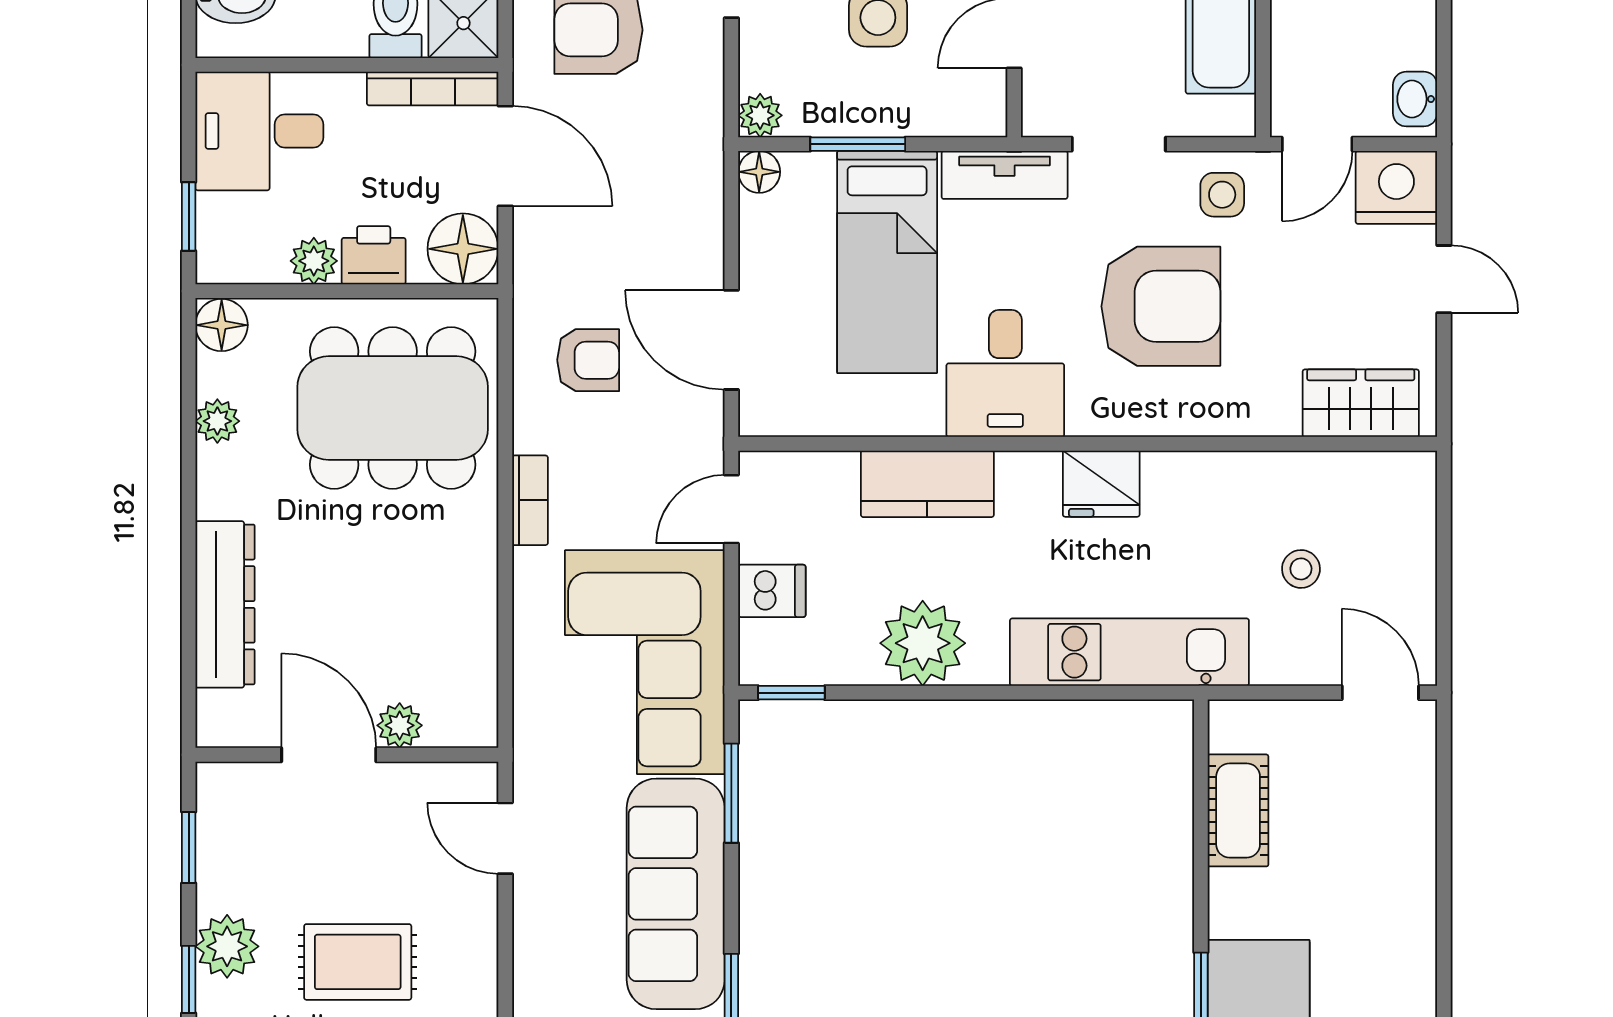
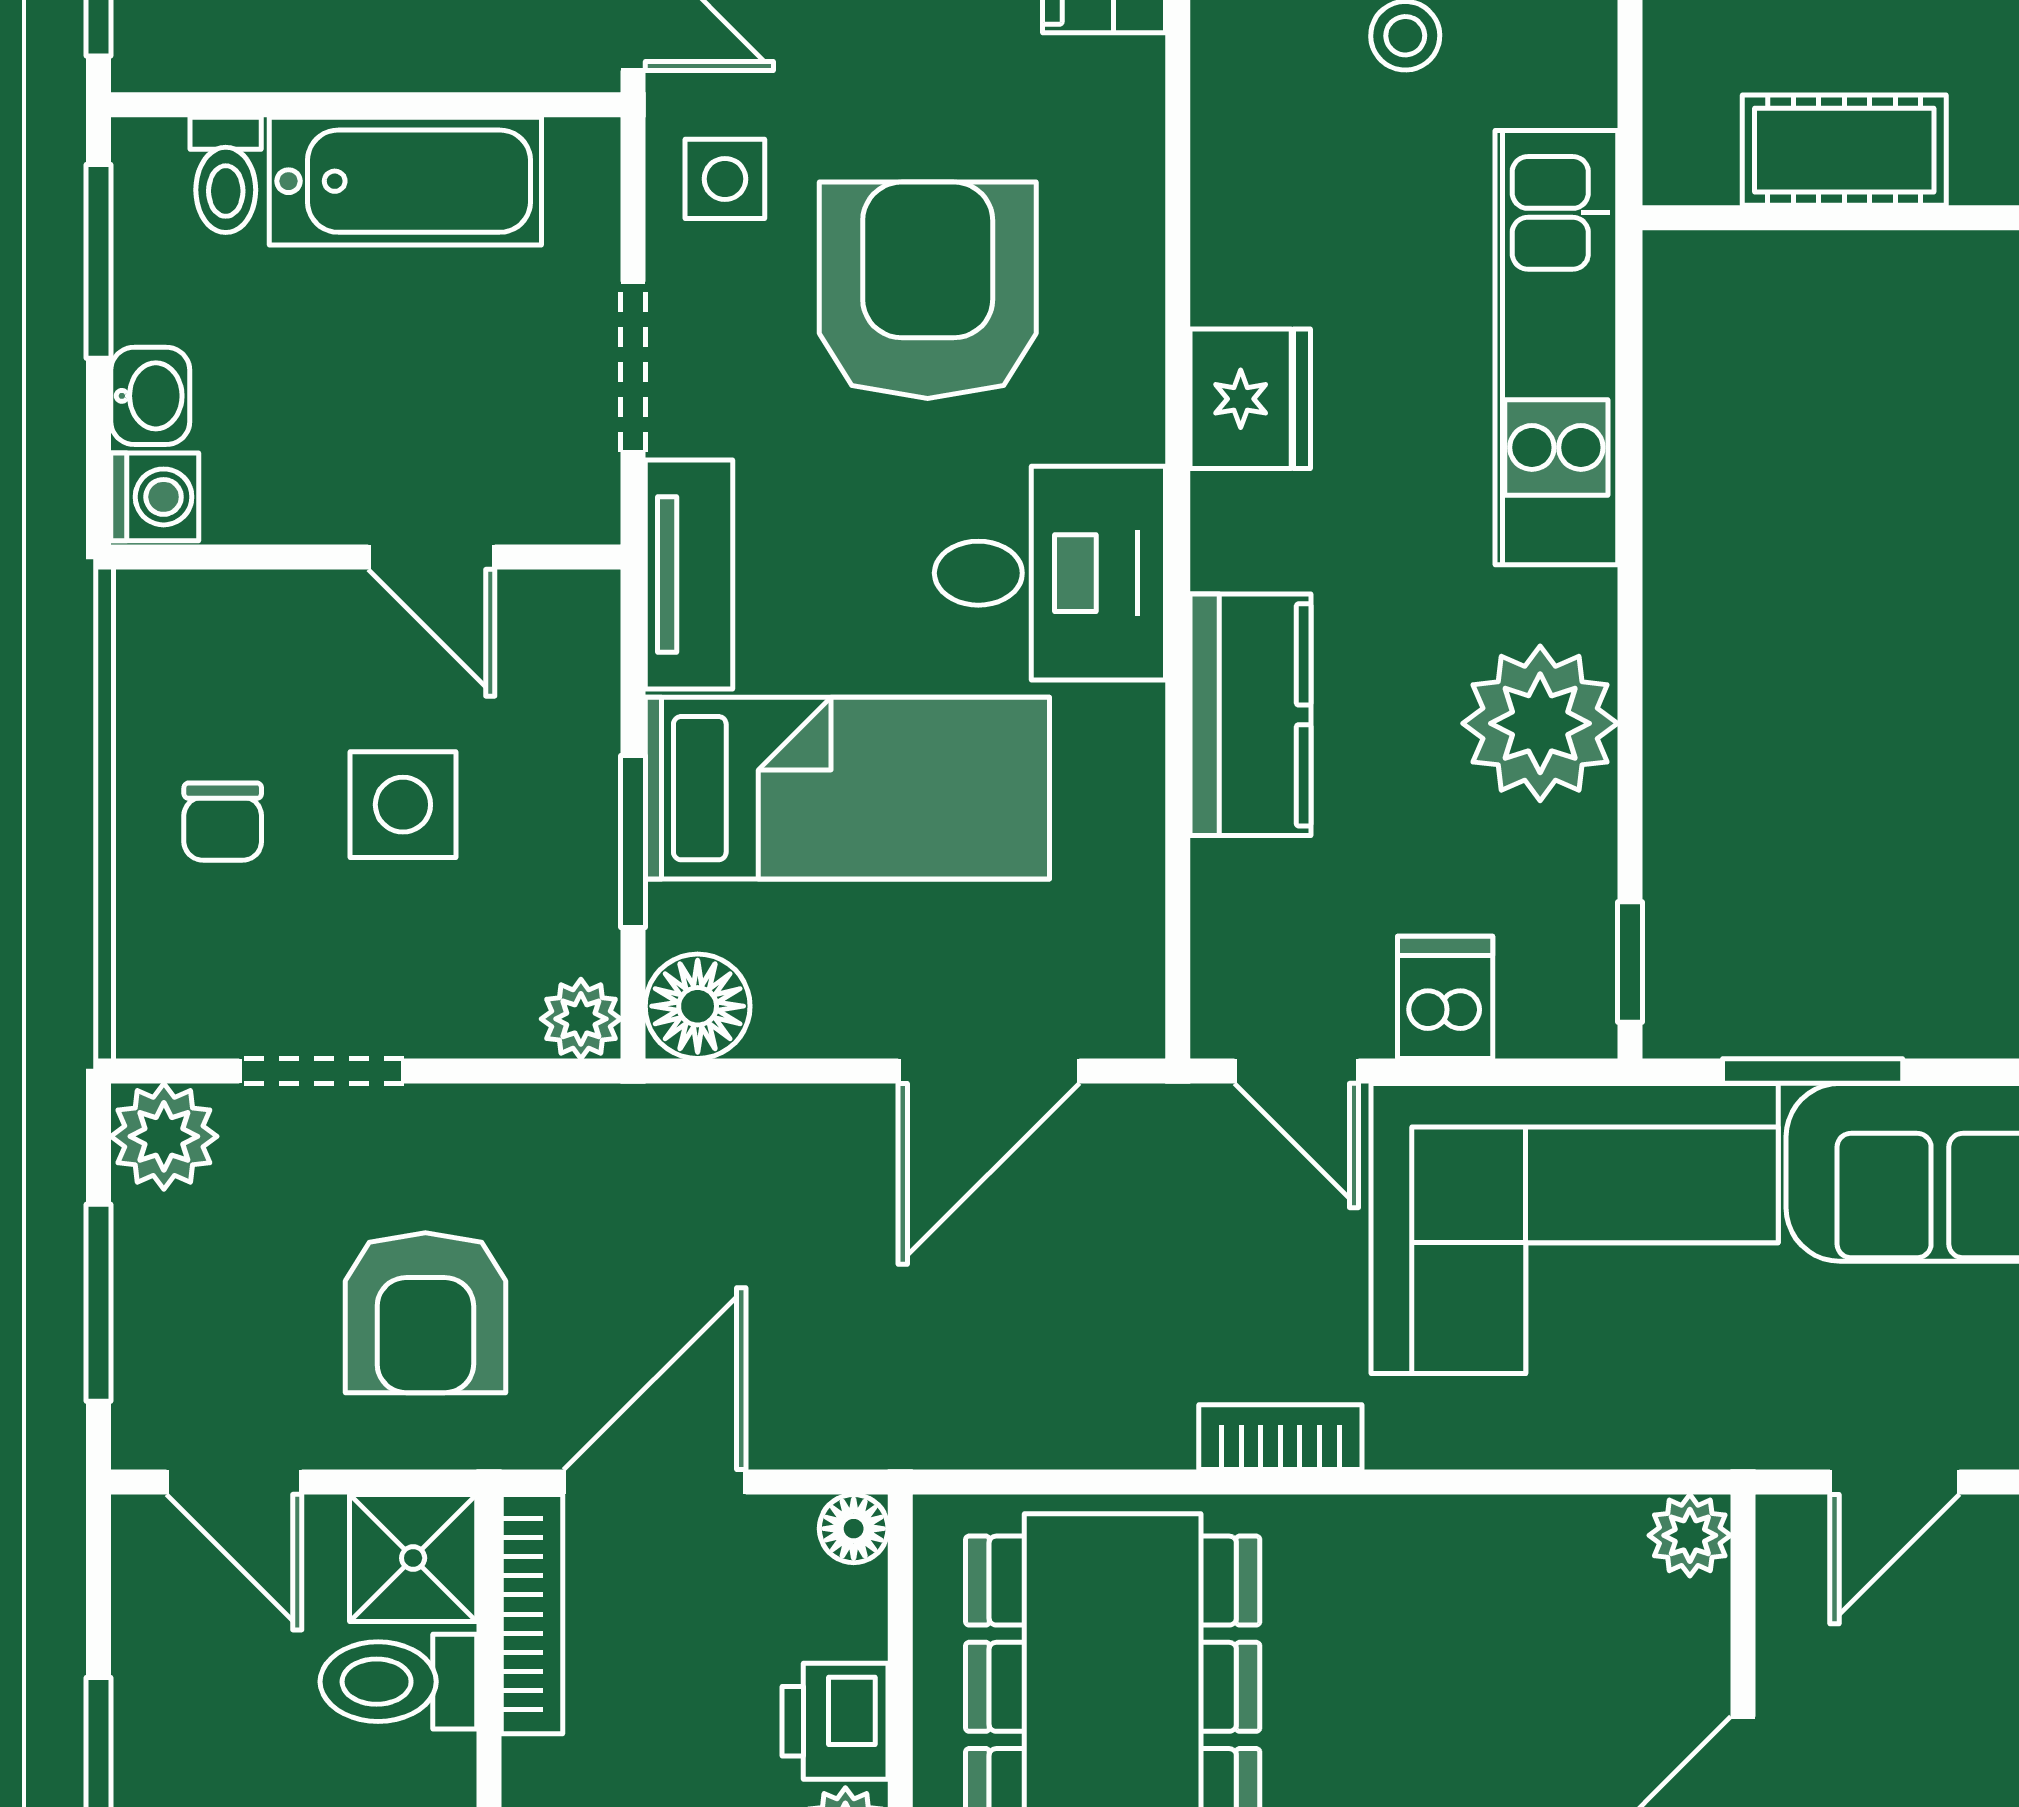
floor lamp: (759, 172) -> (698, 1006), width x1.37, depth x1.37
floor lamp: (463, 249) -> (854, 1529), width x0.53, depth x0.53
armchair: (588, 360) -> (1026, 1331), removed
plant: (400, 725) -> (1690, 1535), moved

